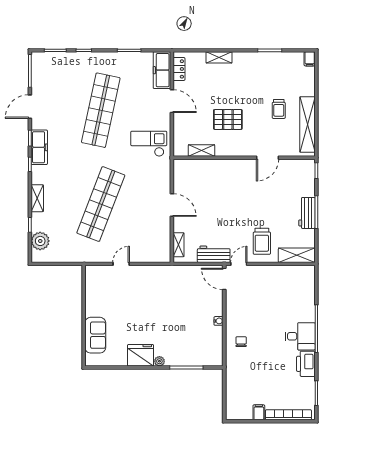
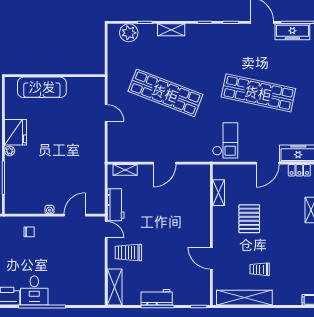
freezer: (39, 147) -> (292, 32), moved
door: (224, 279) -> (75, 215), moved
sofa: (95, 335) -> (42, 87), width x1.36

